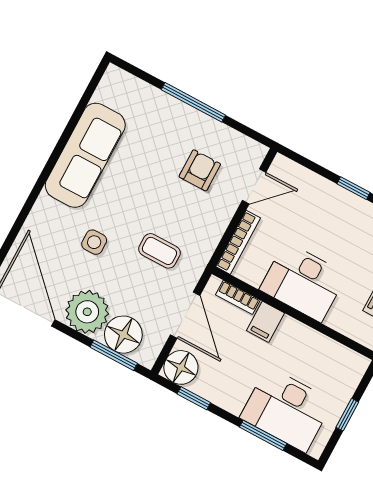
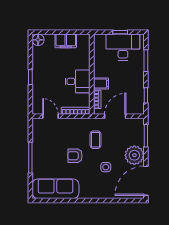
sofa: (85, 155) -> (55, 189), moved
armchair: (200, 170) -> (75, 156), moved
desk: (303, 282) -> (78, 81), width x0.73
floor lamp: (123, 335) -> (136, 136), removed
floor lamp: (181, 367) -> (137, 107), removed
desk: (287, 409) -> (123, 47), moved, turned -90

